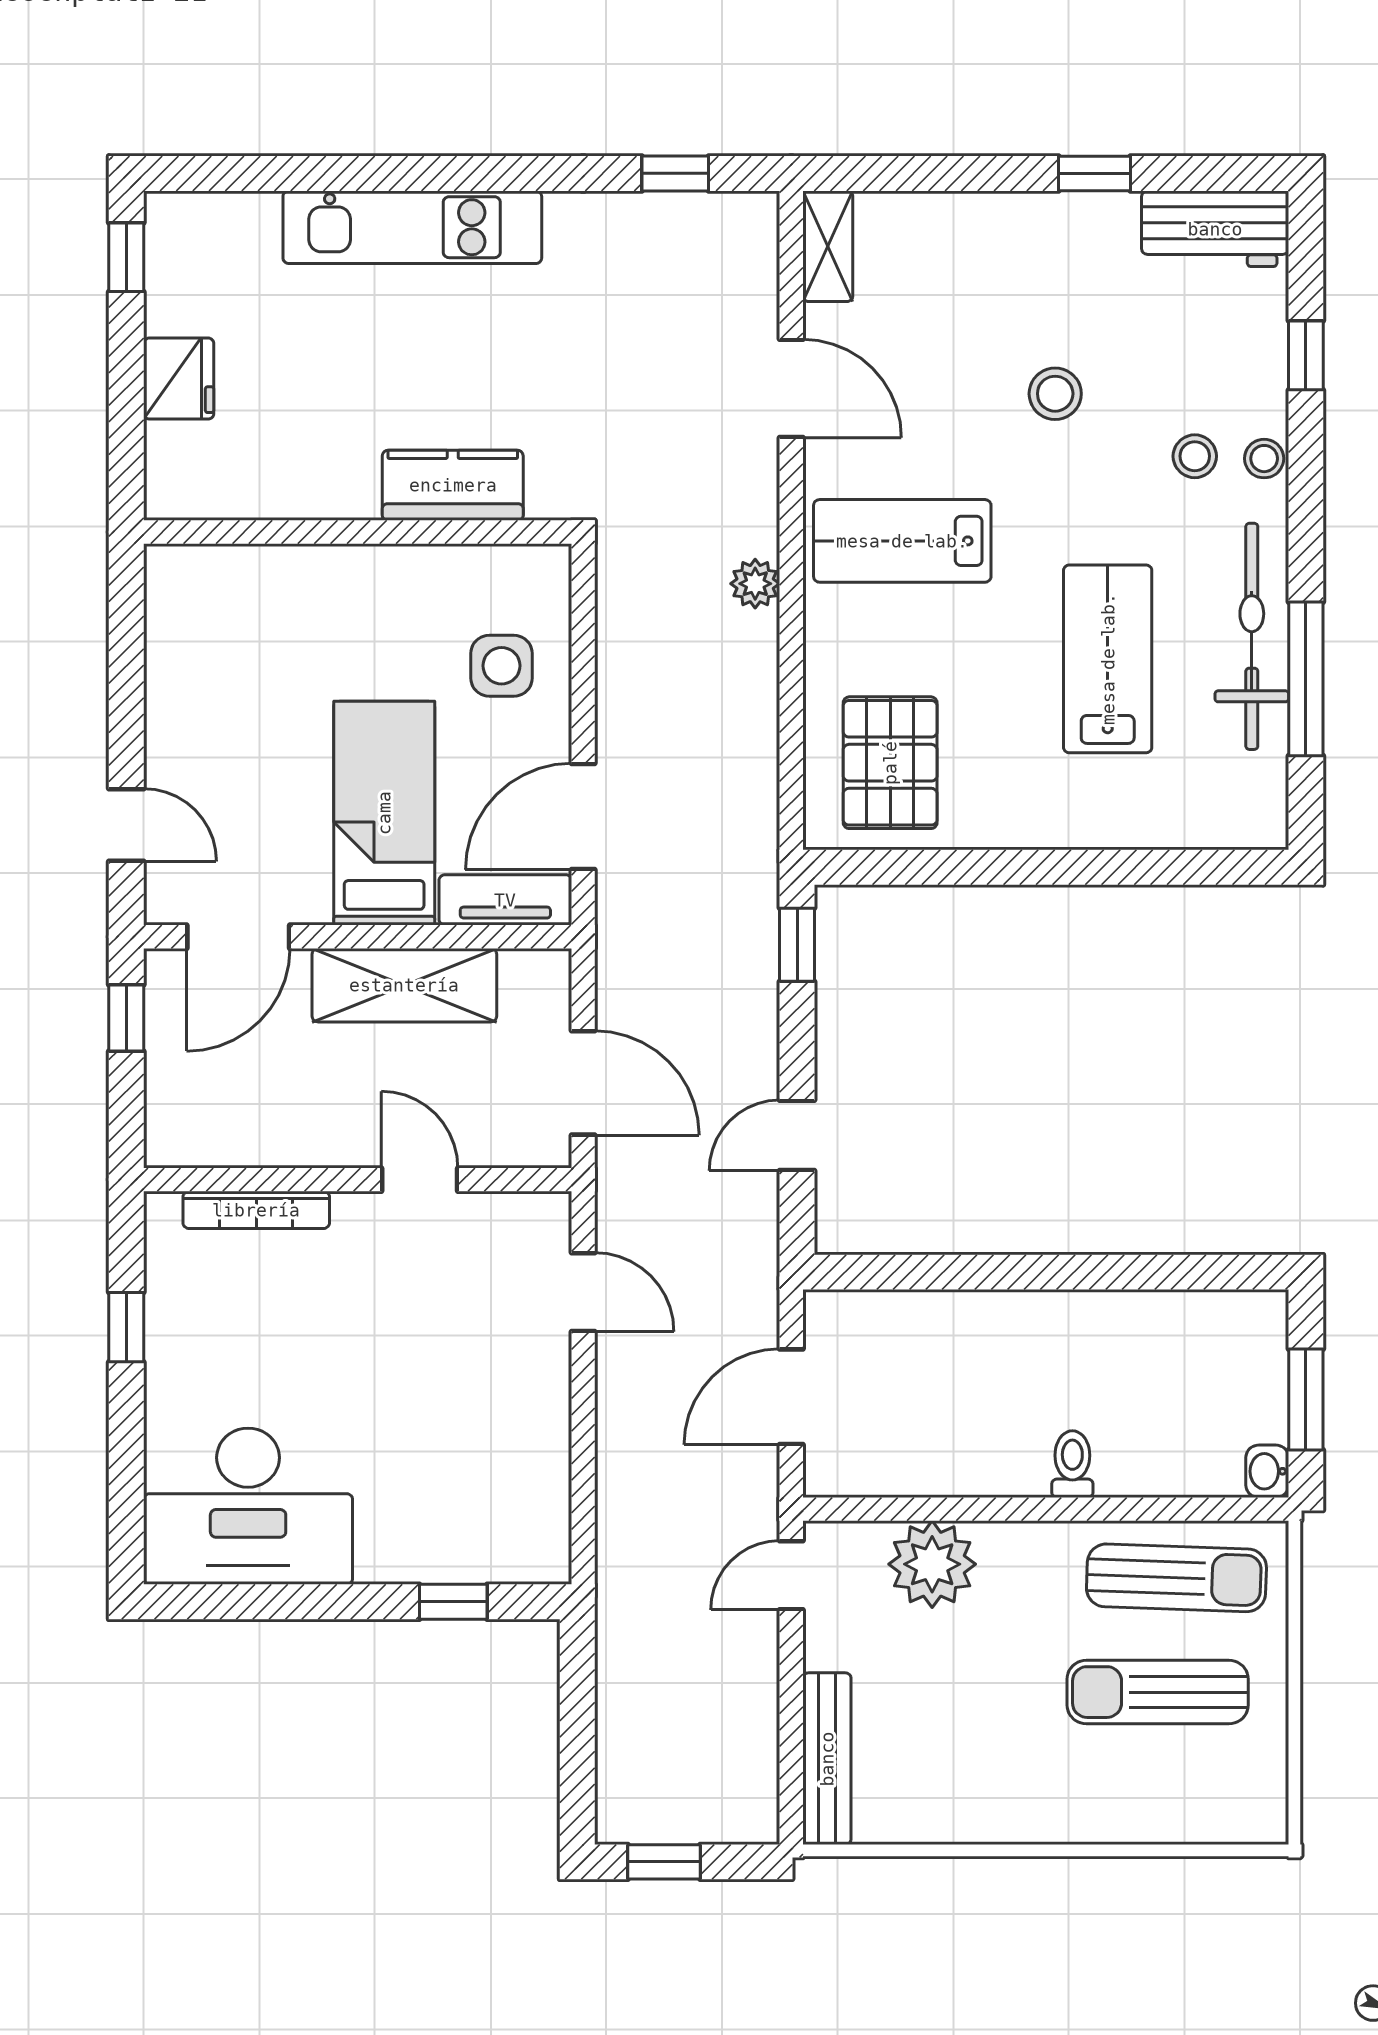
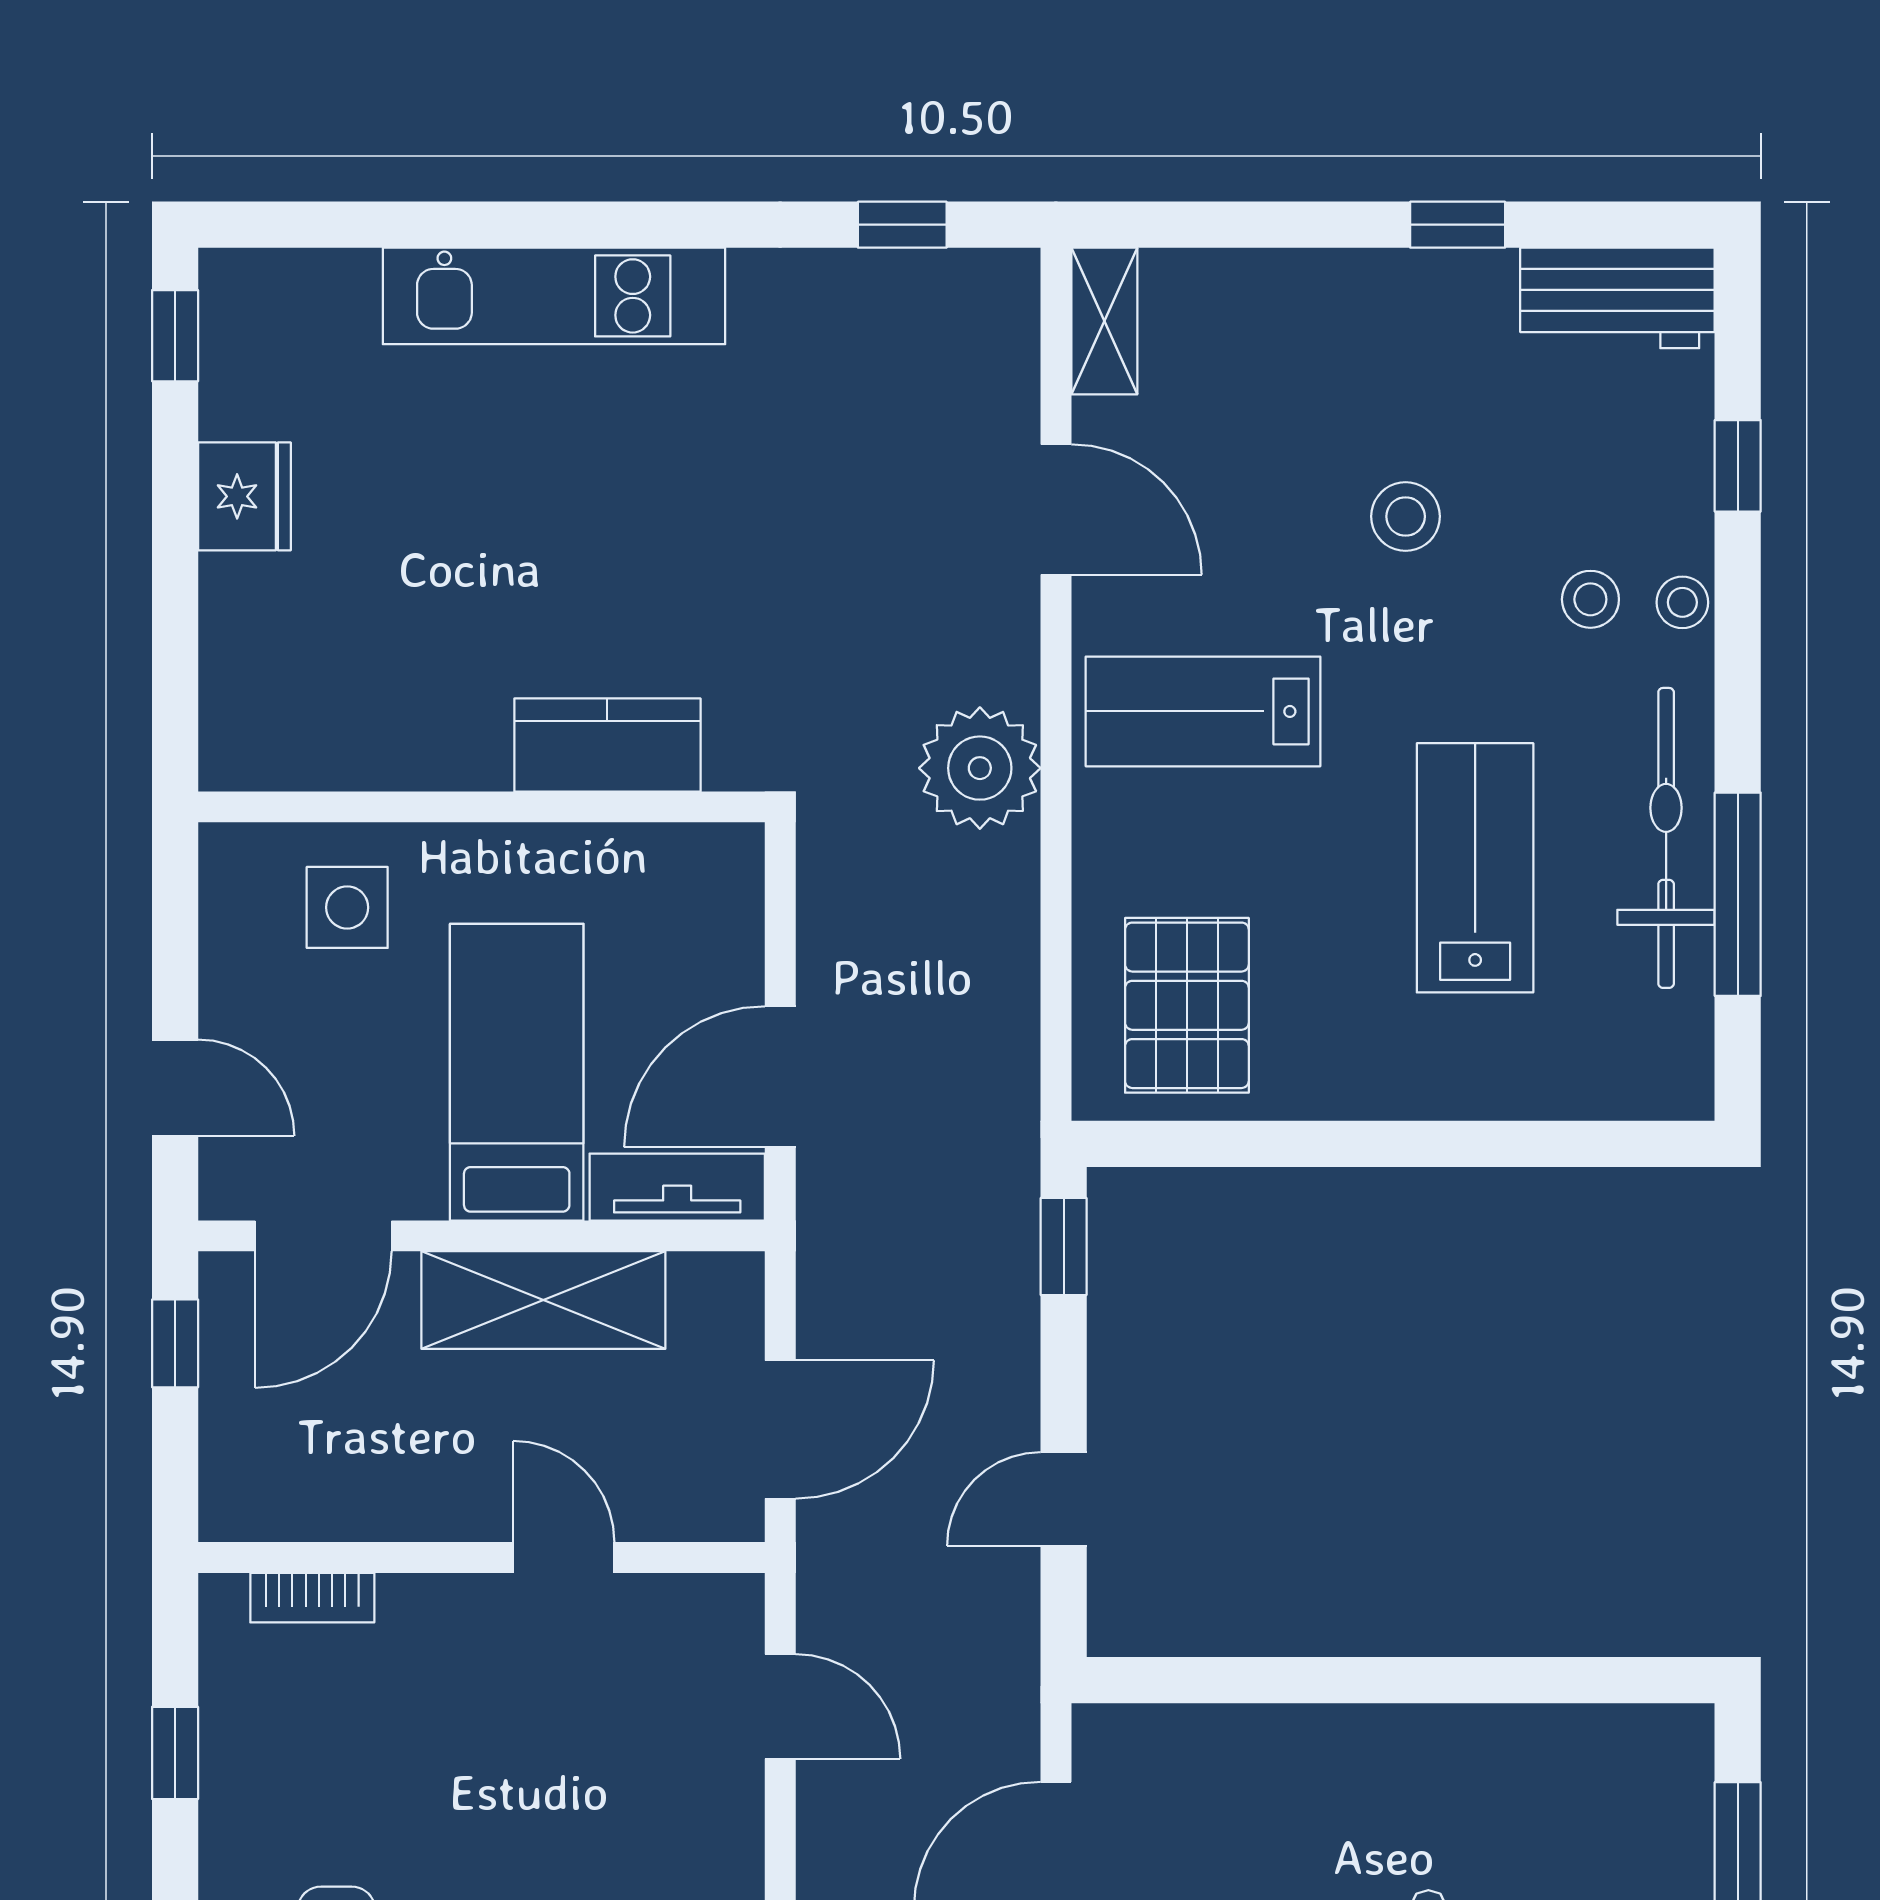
kitchen counter: (453, 485) -> (607, 745), moved
wall: (358, 532) -> (481, 807), moved
plant: (755, 584) -> (980, 768), width x1.87, depth x1.87
side table: (502, 666) -> (347, 907), moved
door: (583, 1083) -> (780, 1429), hinge flipped
bookcase: (256, 1210) -> (312, 1598), width x0.64

